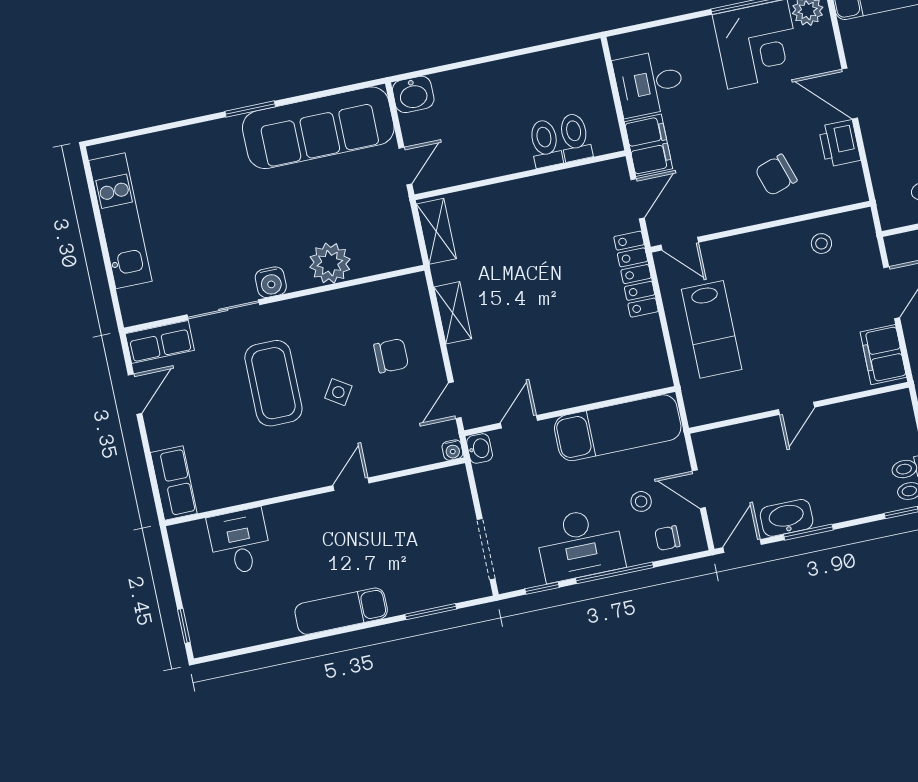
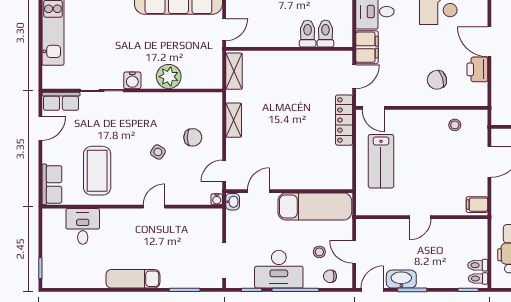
filing cabinet: (883, 355) -> (477, 205), width x0.50
coffee table: (273, 383) -> (97, 171), moved

